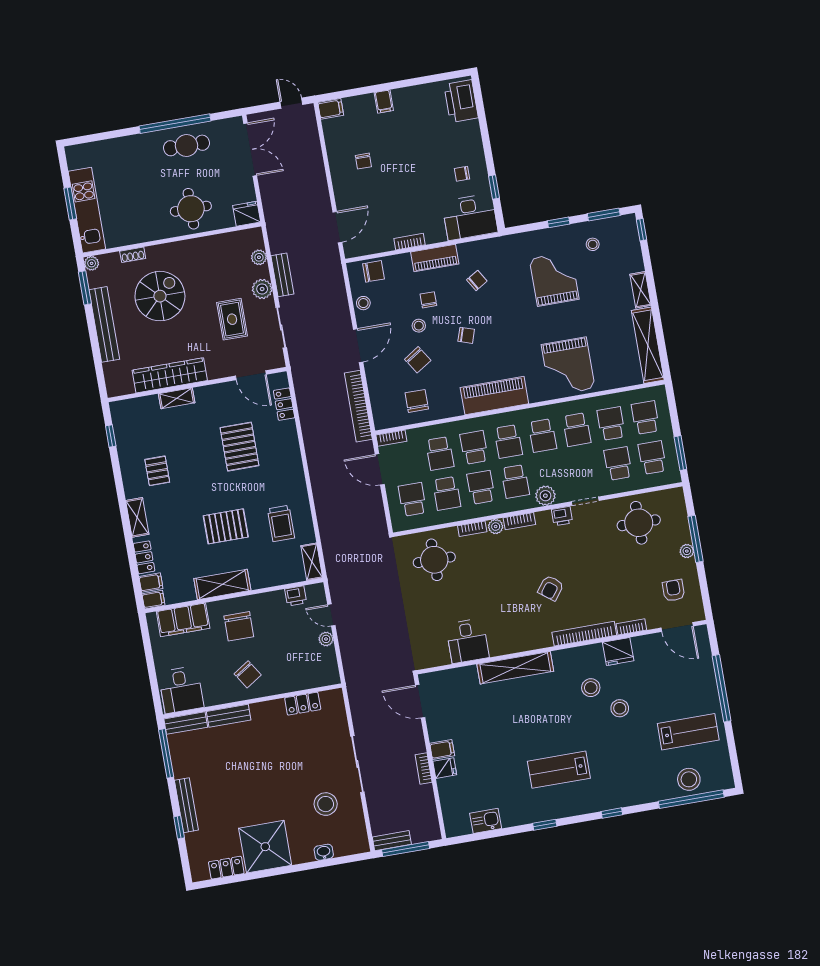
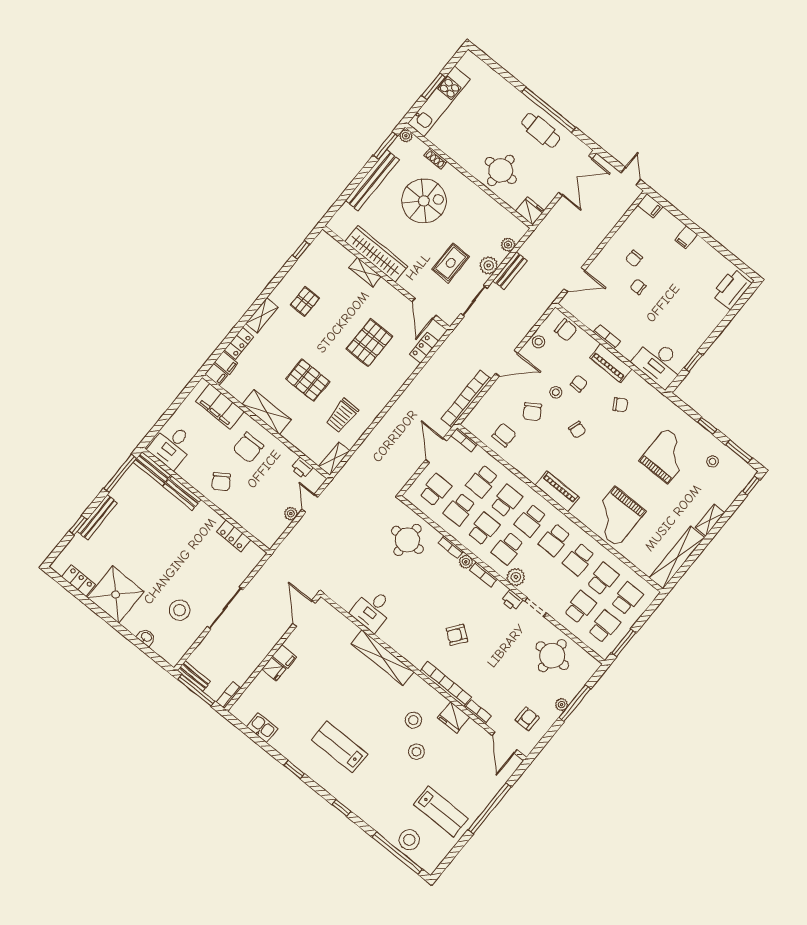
chair: (462, 174) -> (638, 287), moved
piano: (494, 396) -> (557, 491), width x0.73, depth x0.75
bookcase: (424, 768) -> (229, 695), moved

